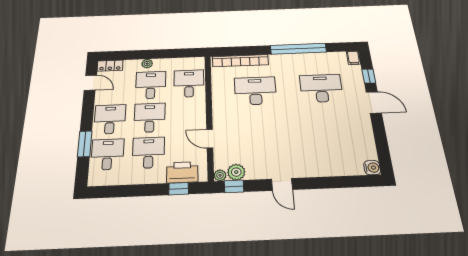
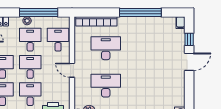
window: (163, 54) -> (39, 13), added
desk: (321, 88) -> (106, 86), moved
door: (374, 102) -> (189, 62), hinge flipped
door: (210, 139) -> (72, 70), moved

